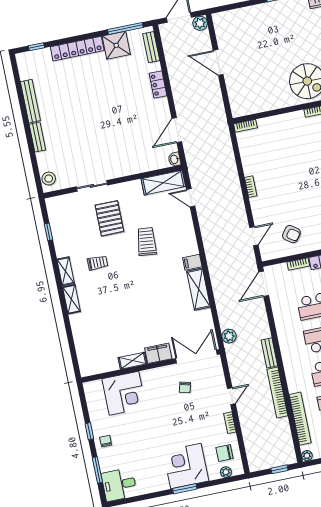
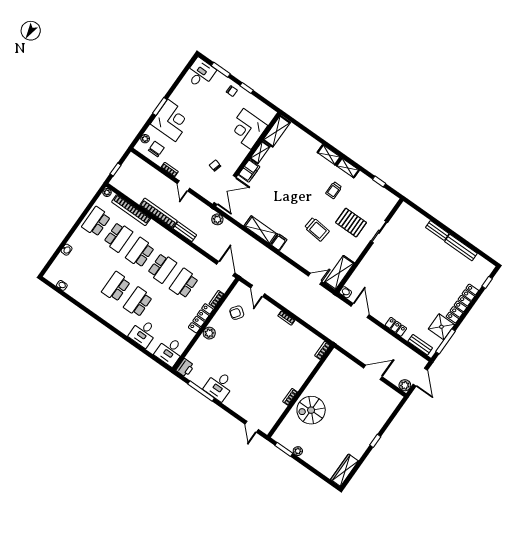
stool: (49, 179) -> (408, 213), removed
shelving: (99, 366) -> (277, 131), added

